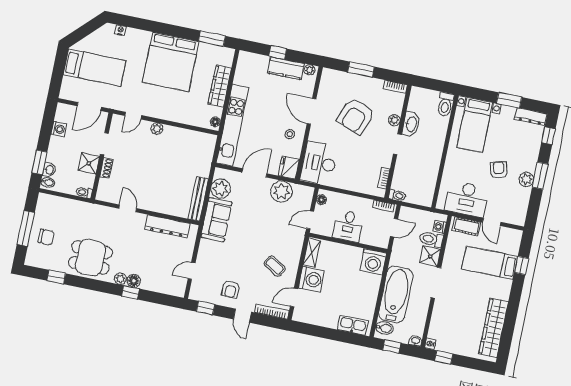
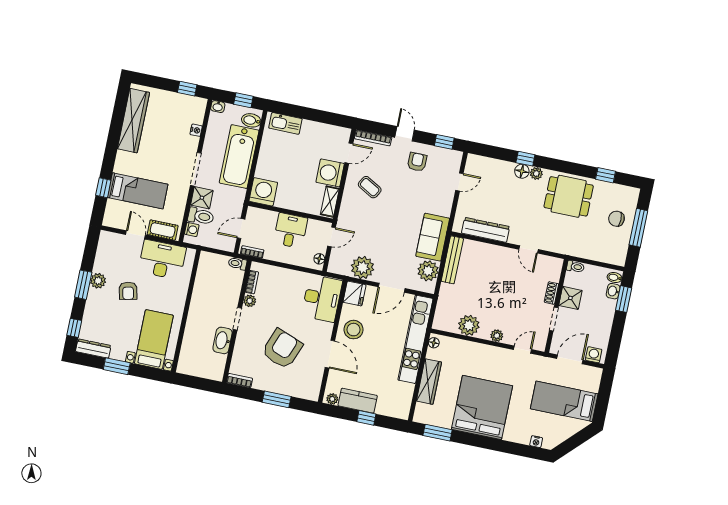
toilet: (445, 104) -> (186, 362), removed
plant: (394, 120) -> (250, 301), moved
washing machine: (59, 129) -> (594, 355), moved, turned 90
stool: (290, 134) -> (354, 330), width x1.89, depth x1.89
plant: (183, 138) -> (469, 325), added
nightstand: (430, 344) -> (196, 130), moved

